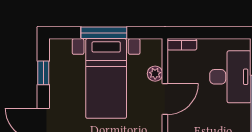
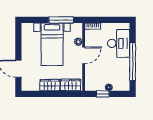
window: (104, 33) -> (61, 20), moved
window: (43, 73) -> (18, 41), removed

